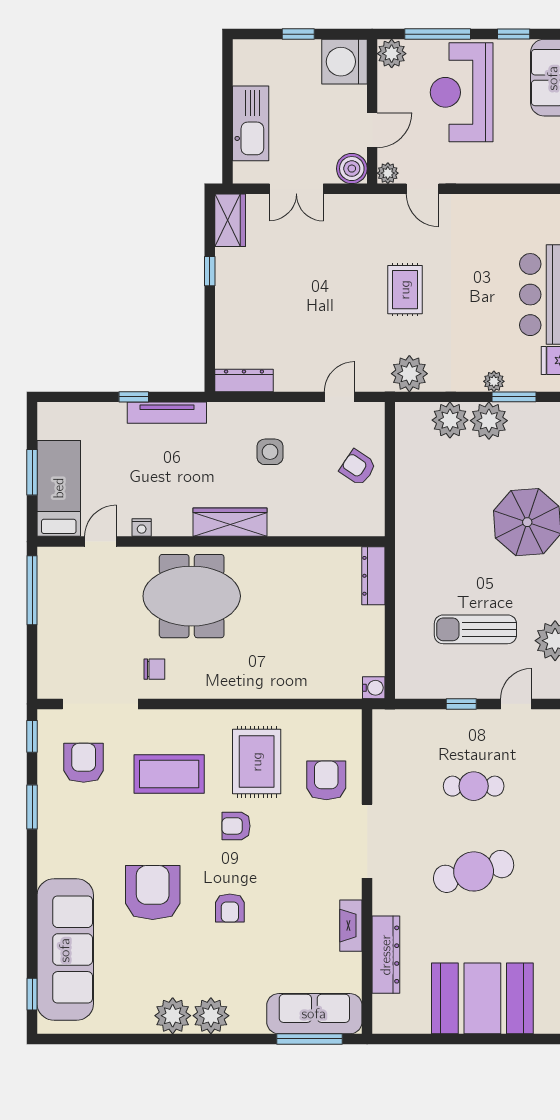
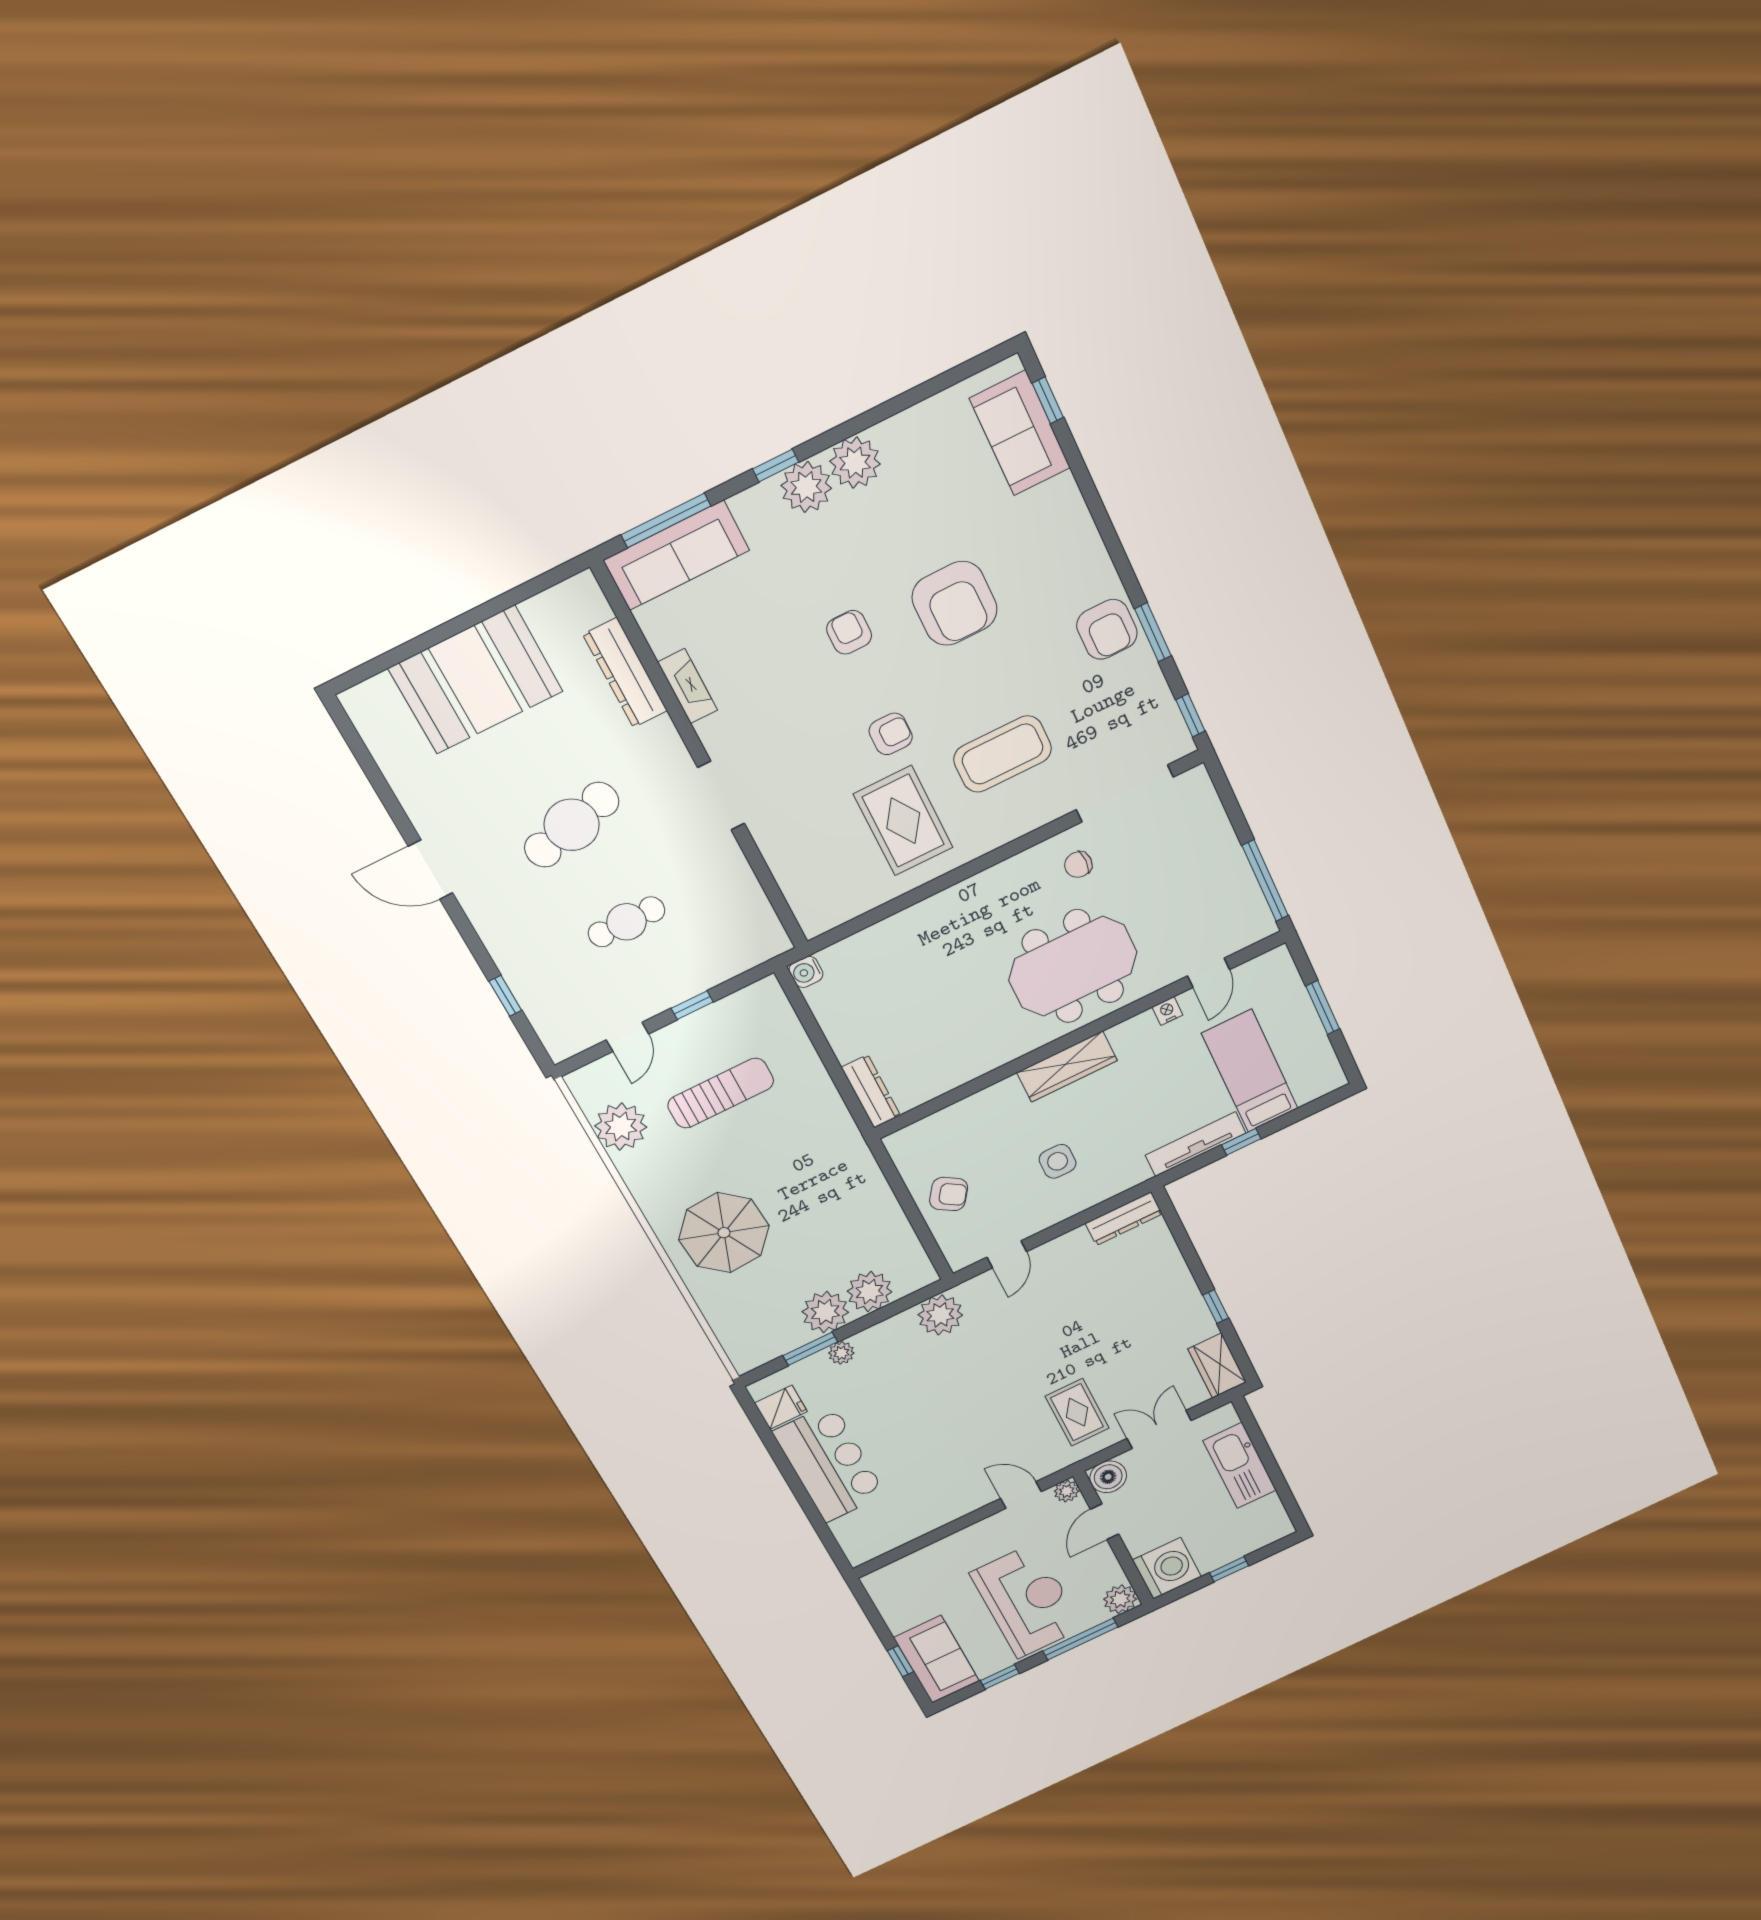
rug: (405, 290) -> (1077, 1412), moved
bed: (59, 488) -> (1250, 1071), moved, turned 180
armchair: (84, 763) -> (1107, 629), moved
armchair: (326, 780) -> (808, 841), removed
doorway: (367, 841) -> (721, 796), width x0.73
sofa: (65, 950) -> (1020, 433), width x0.54, depth x0.79
window: (223, 1039) -> (776, 465), added

